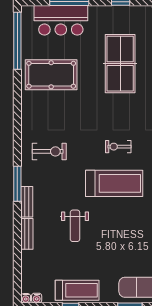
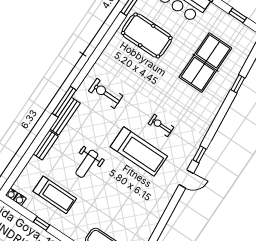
exercise bike: (49, 151) -> (106, 93), turned 180
bench: (27, 202) -> (65, 116), width x1.36
treadmill: (77, 290) -> (55, 195), moved

